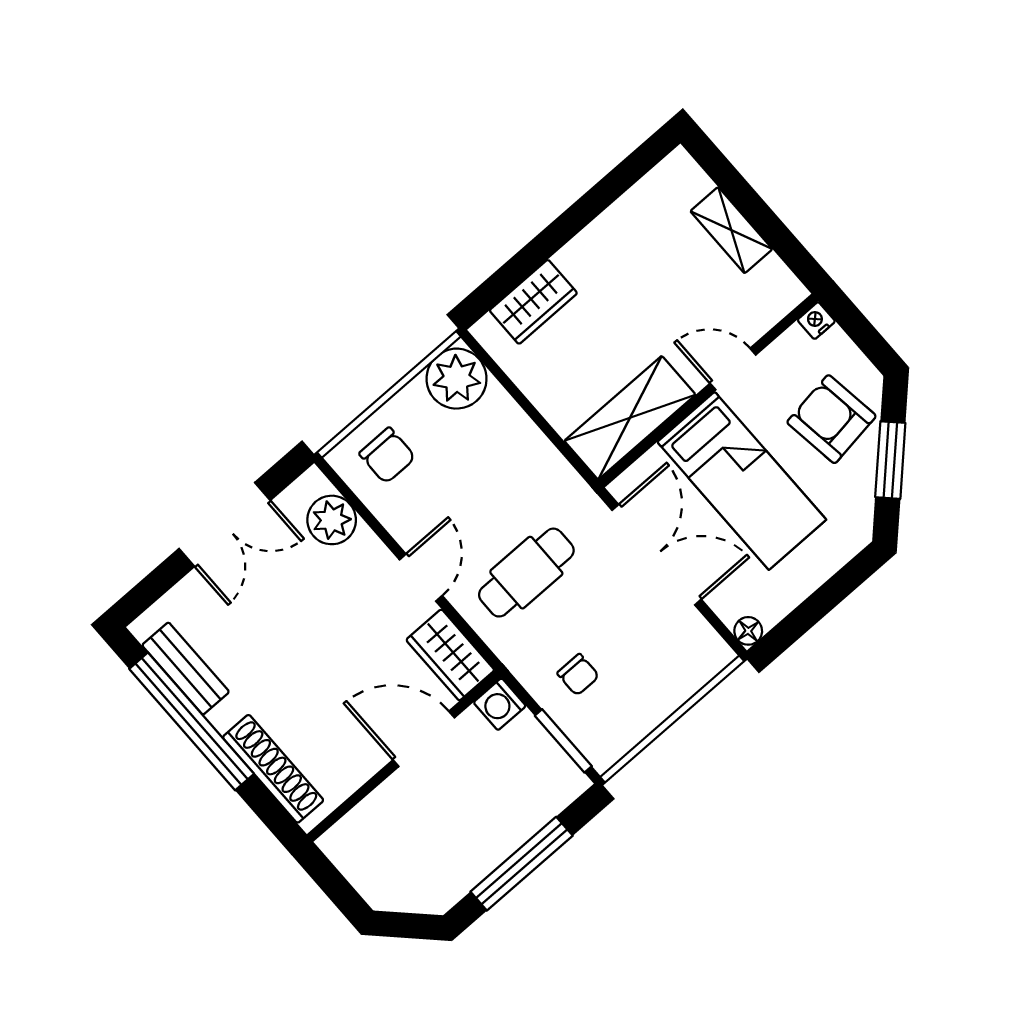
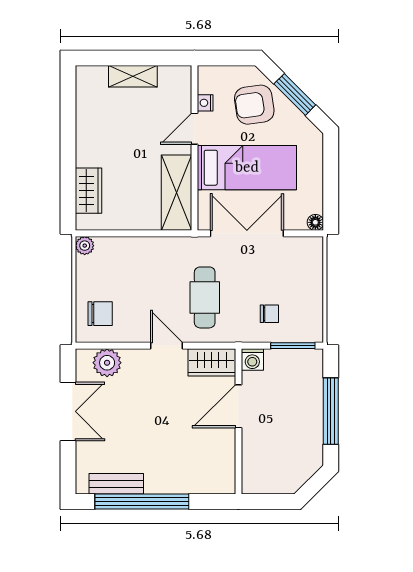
nightstand: (816, 321) -> (205, 103), moved
plant: (457, 379) -> (85, 246), width x0.53, depth x0.53
shoe rack: (273, 769) -> (194, 484), removed

